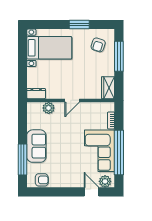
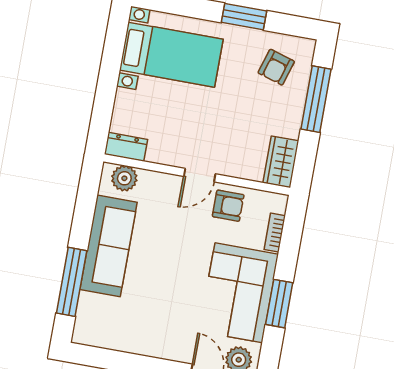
plant: (49, 108) -> (124, 178), moved
sofa: (36, 146) -> (109, 246), width x1.36
window: (119, 152) -> (279, 304), width x0.47
armchair: (42, 180) -> (228, 206), moved

